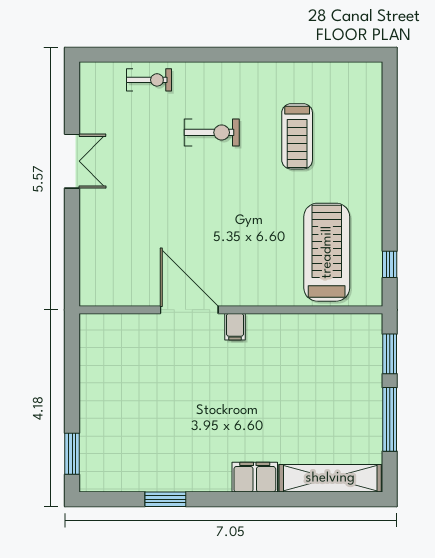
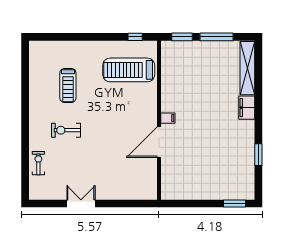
exercise bike: (212, 132) -> (66, 130), turned -90
treadmill: (297, 136) -> (68, 85), turned 90

